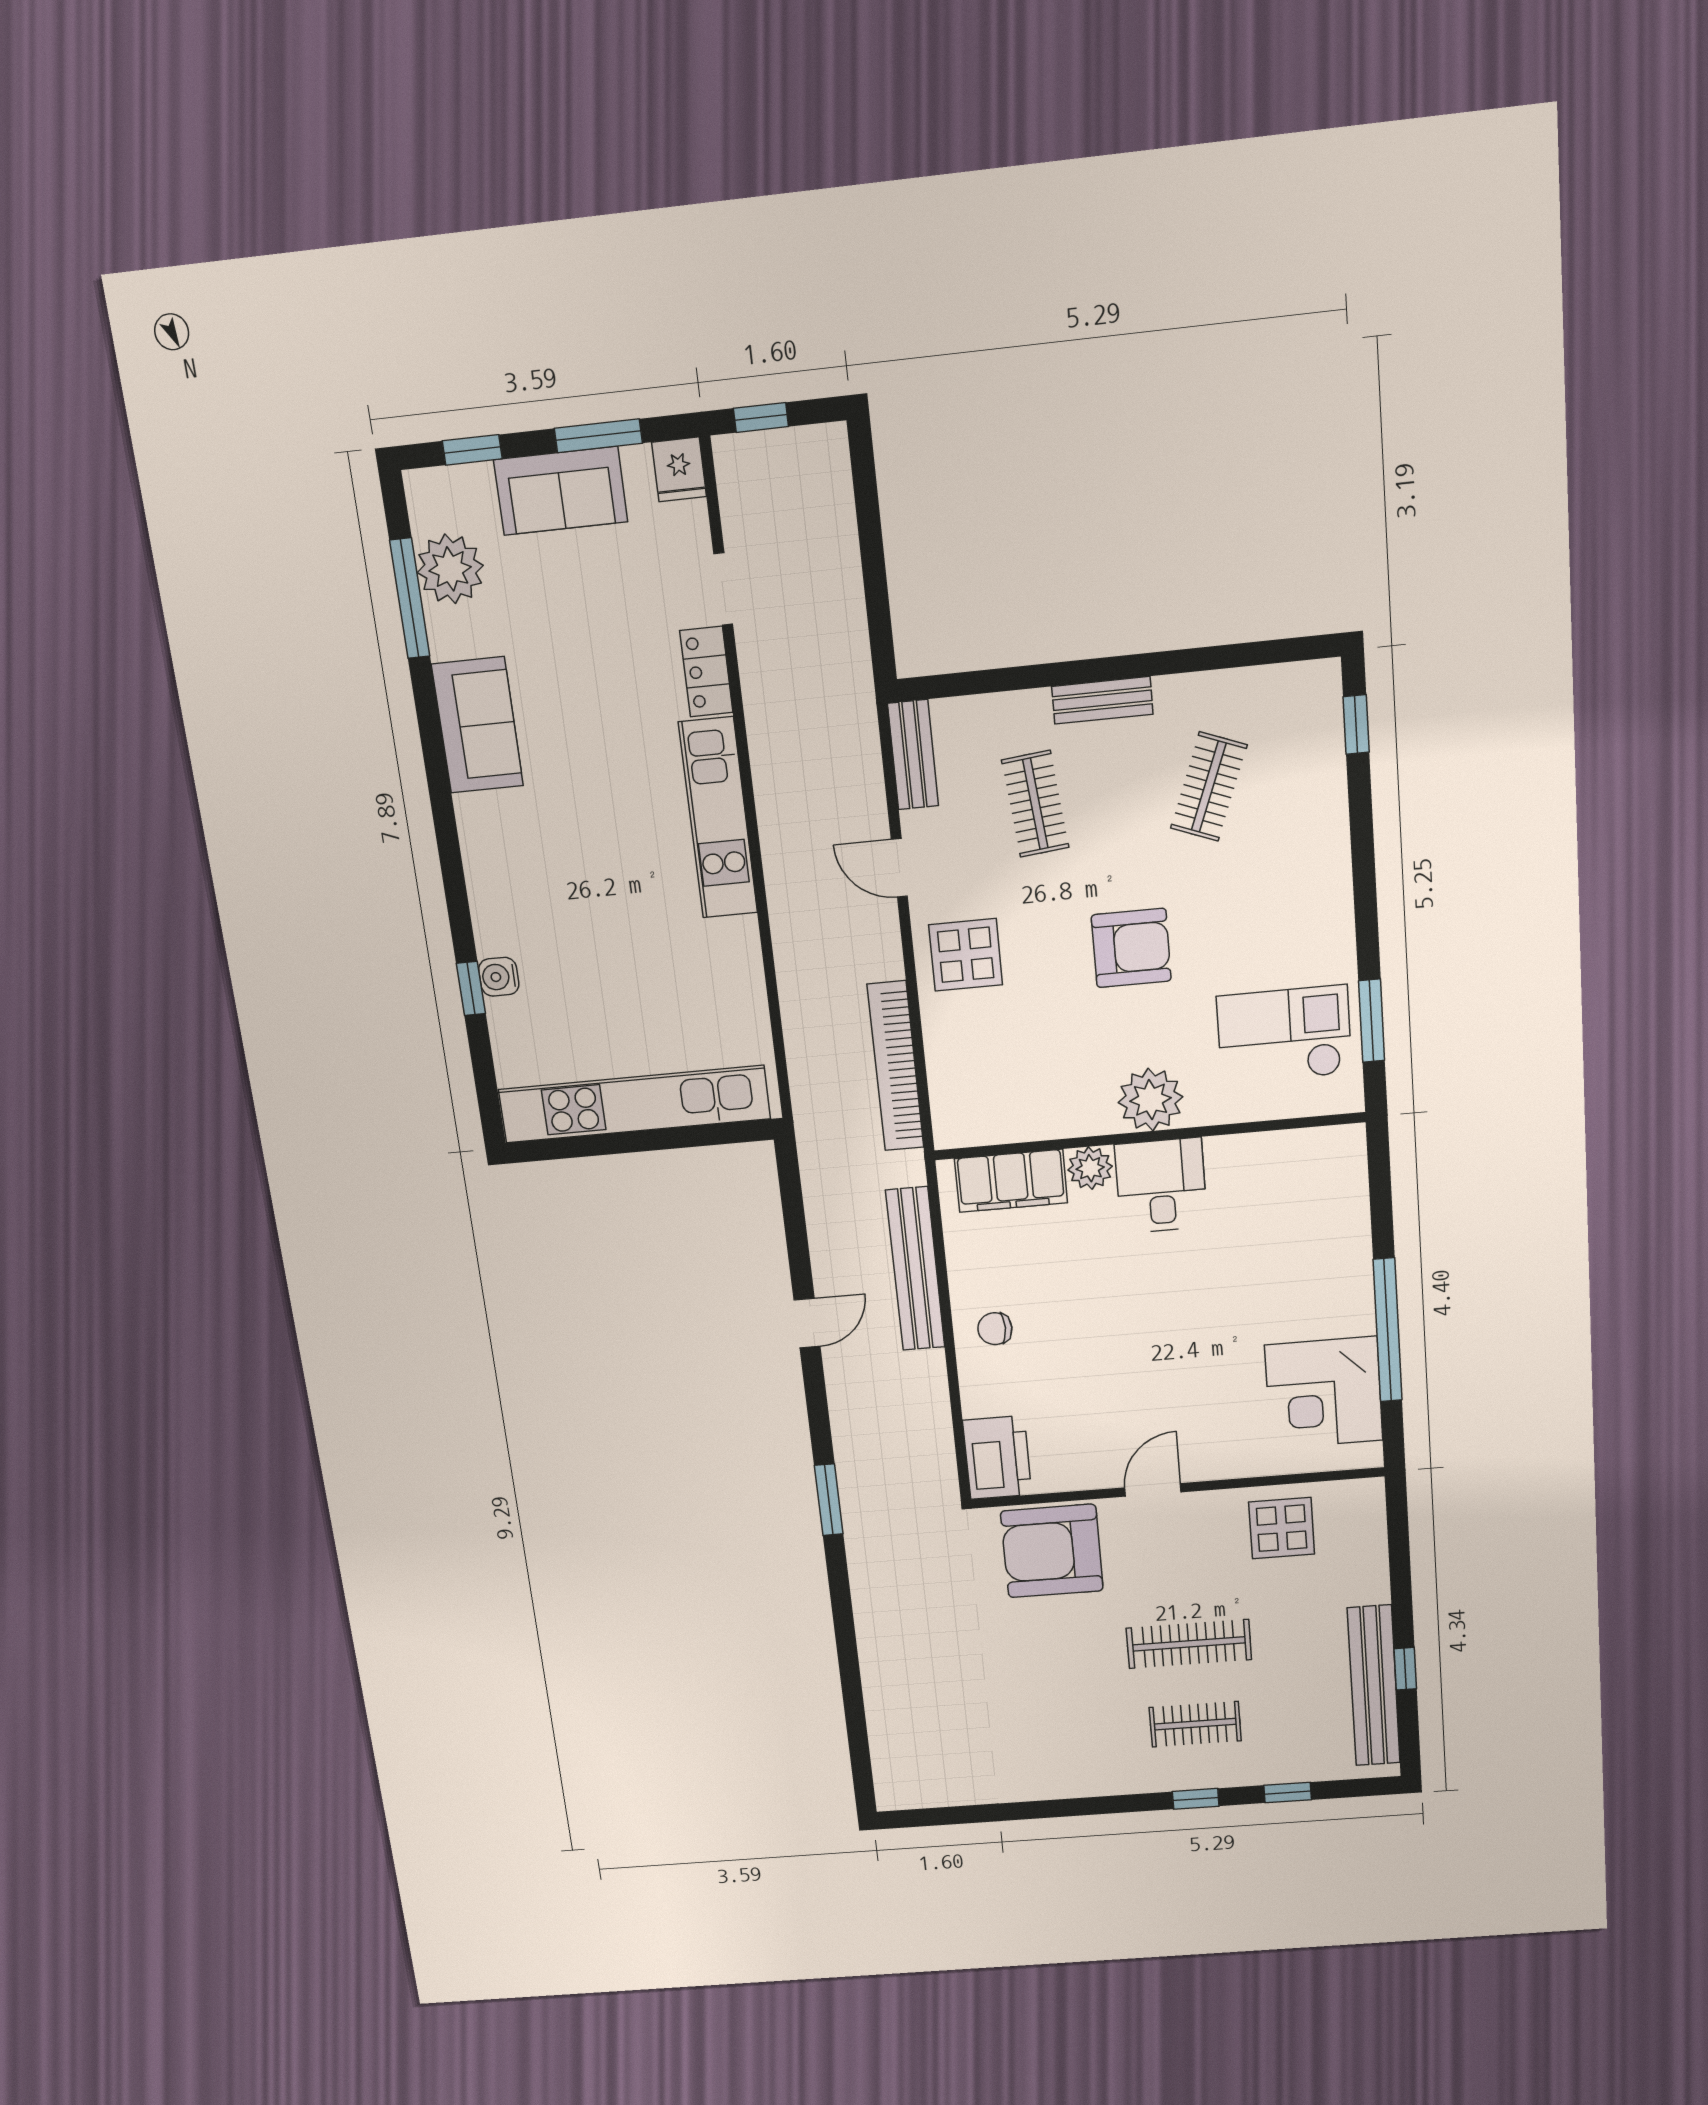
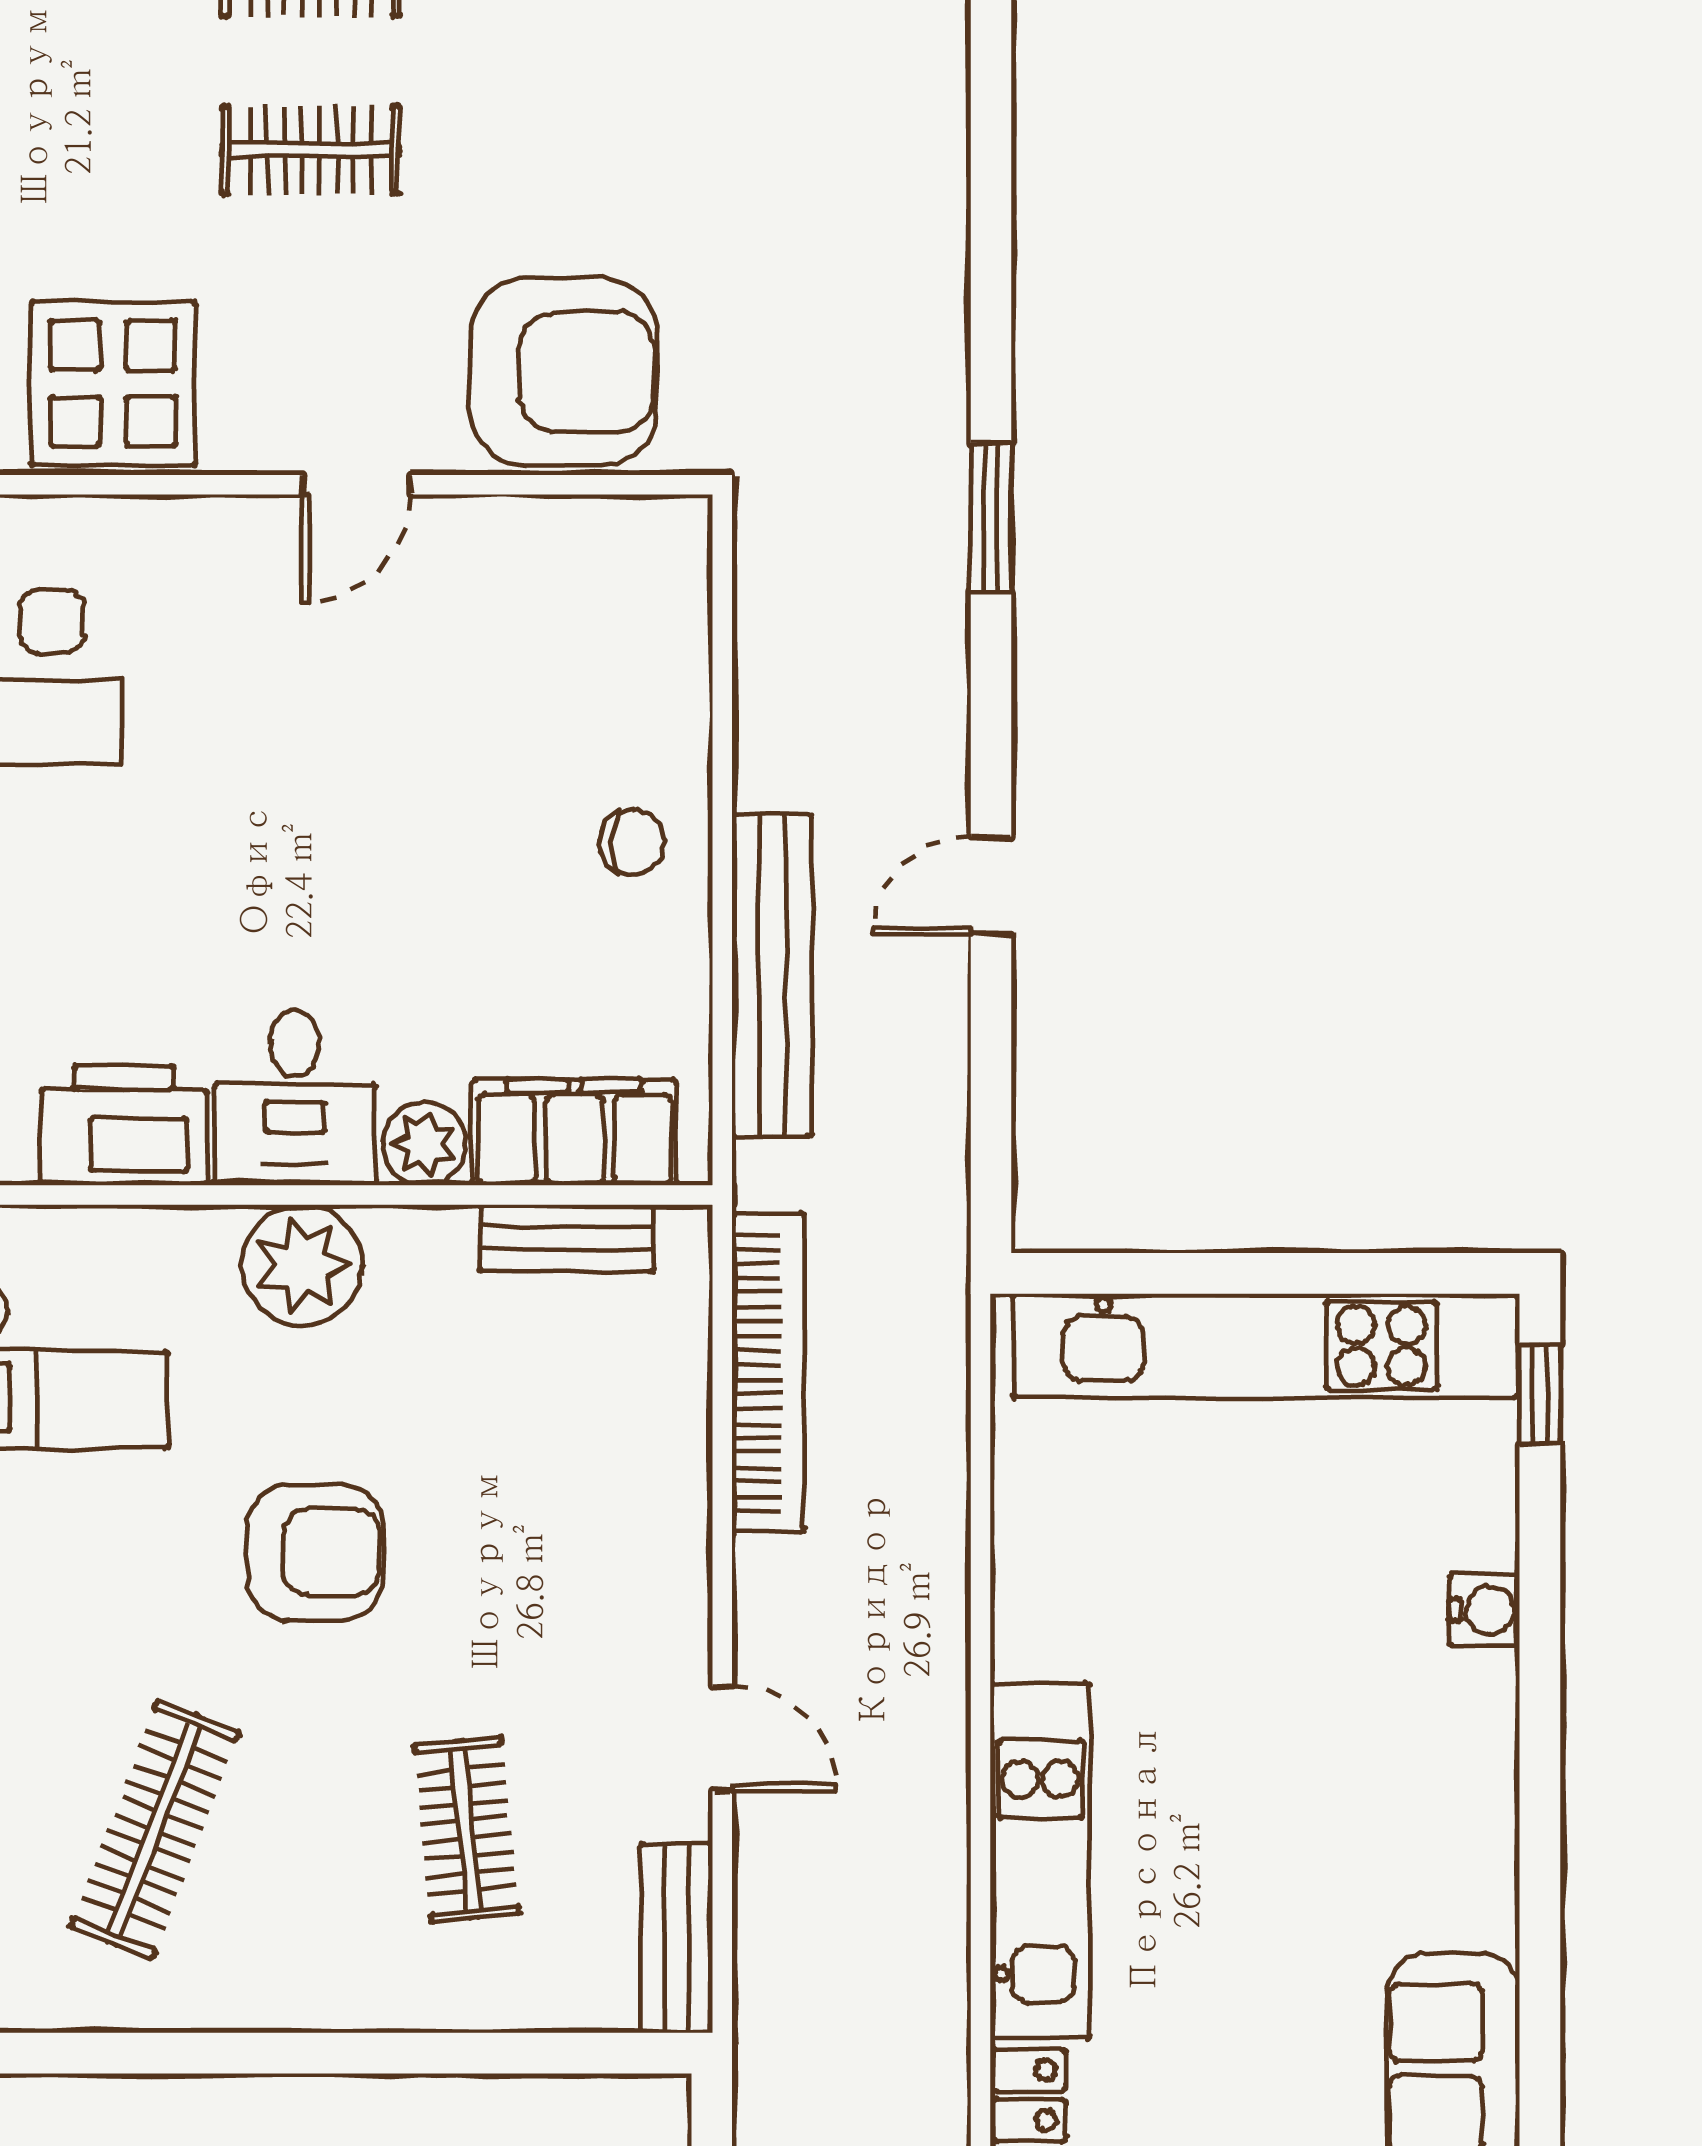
bench: (1102, 700) -> (567, 1238), moved
clothes rail: (1209, 787) -> (155, 1830), width x1.36
armchair: (1131, 948) -> (315, 1552), turned 180
display table: (966, 955) -> (618, 1569), removed
window: (471, 989) -> (1540, 1394), moved
printer: (997, 1458) -> (124, 1125), moved, turned 90
display table: (1282, 1528) -> (113, 383), width x1.36, depth x1.36
clothes rail: (1189, 1644) -> (311, 150), width x0.73

